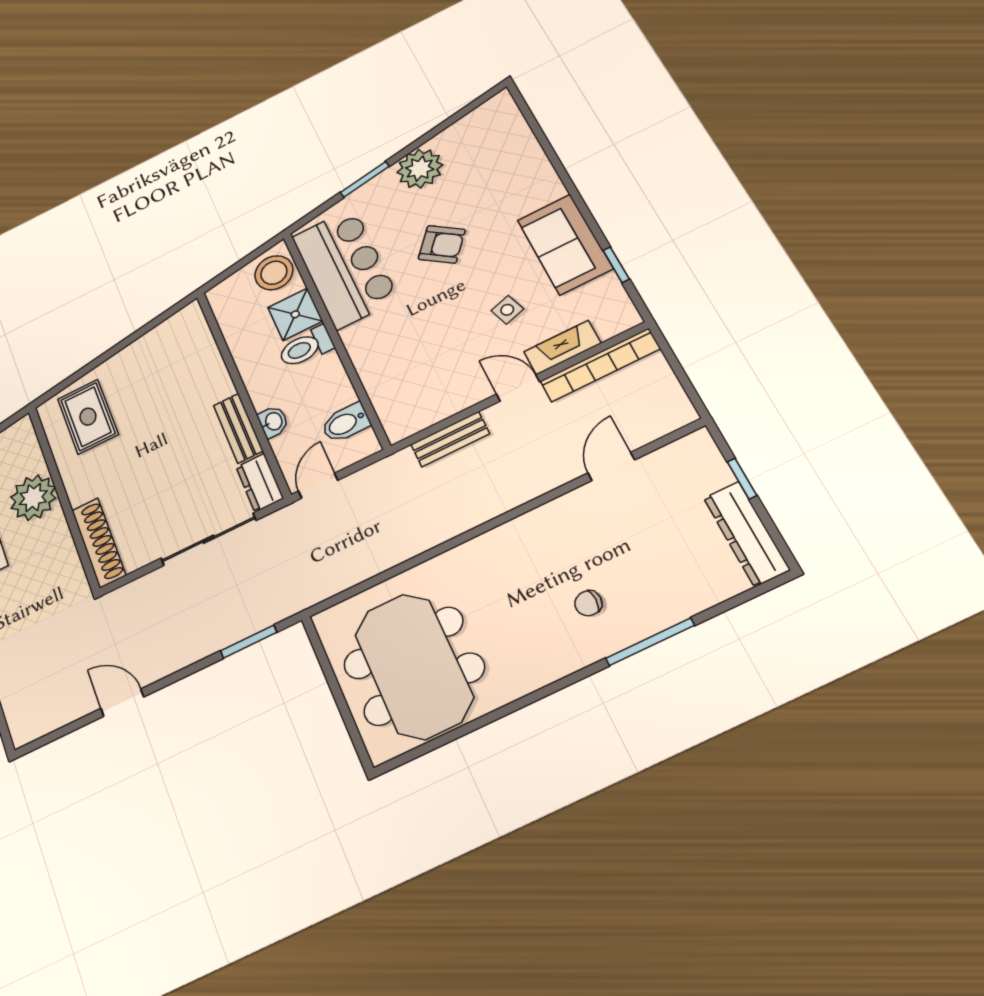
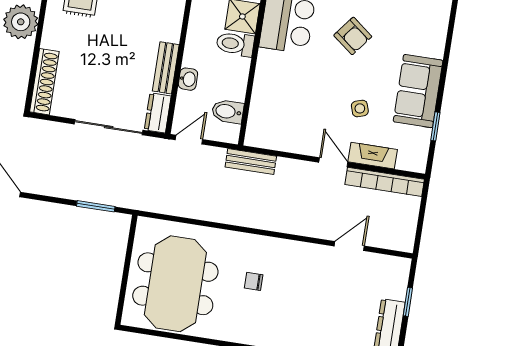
bench: (450, 439) -> (251, 162), moved
chair: (588, 603) -> (254, 281), moved

